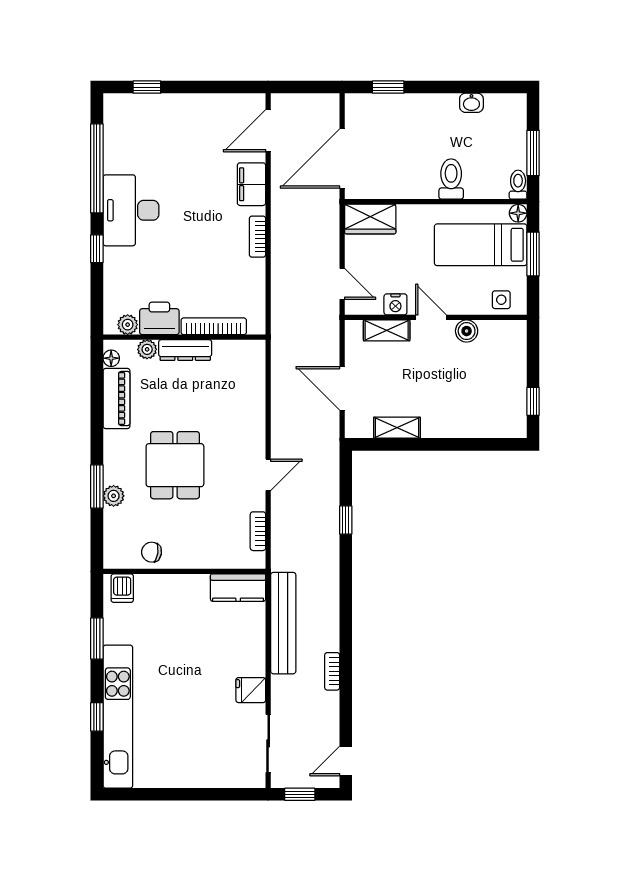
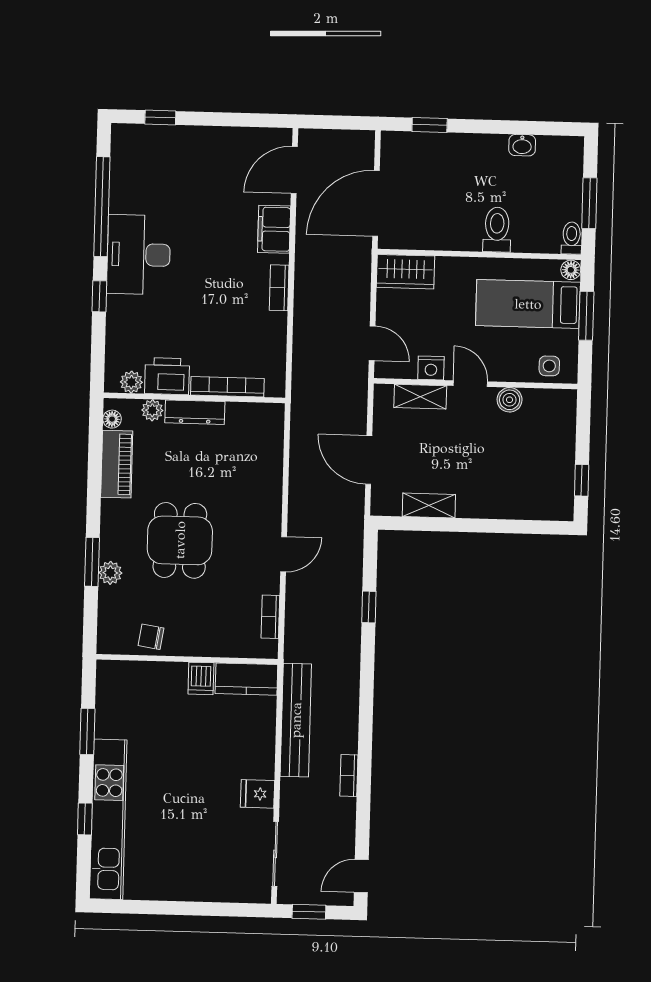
dishwasher: (122, 588) -> (201, 678), moved

